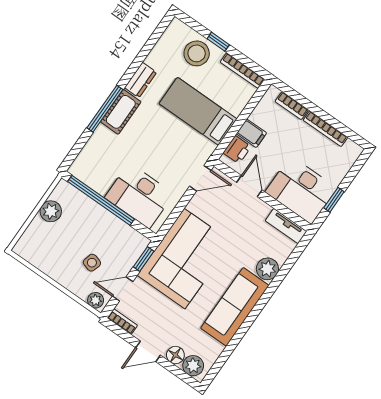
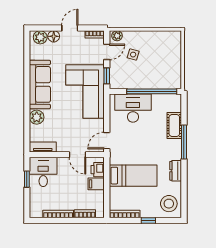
stool: (197, 53) -> (169, 204), moved
cot: (121, 112) -> (174, 125), moved
desk: (301, 190) -> (43, 172), width x0.73
plant: (51, 211) -> (175, 67), removed

